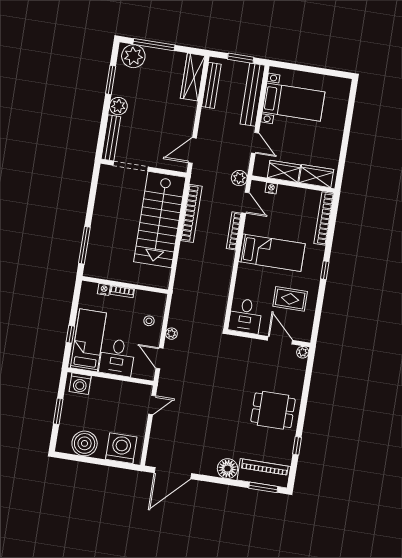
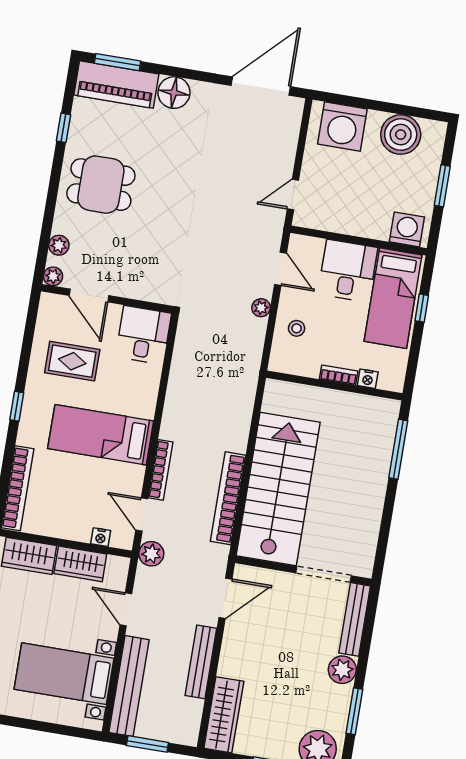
bench: (211, 85) -> (201, 662), moved
plant: (299, 372) -> (59, 245), added

